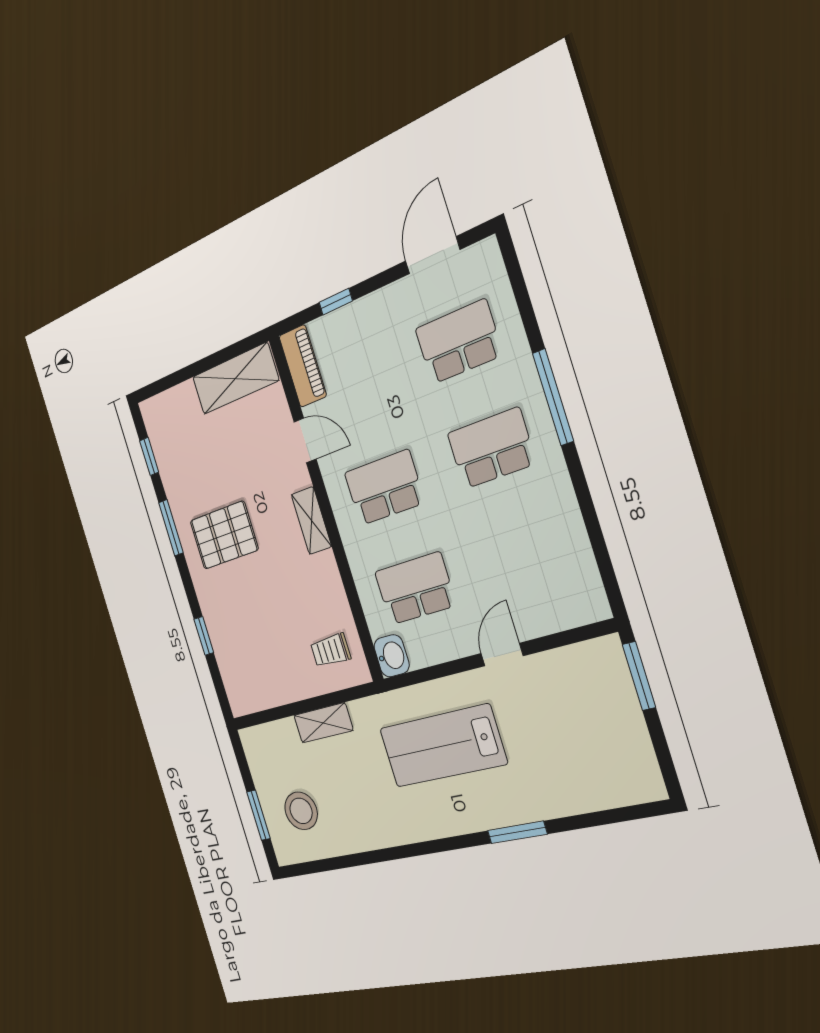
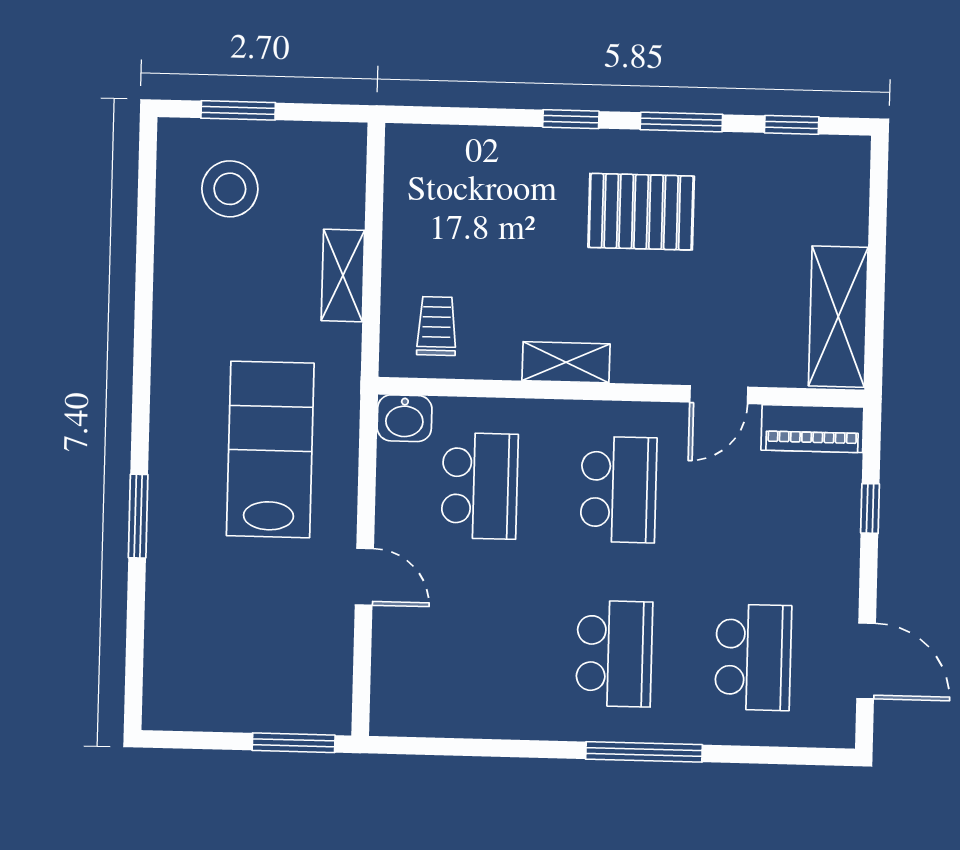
shelving: (311, 521) -> (566, 362), moved
pallet: (224, 535) -> (641, 212), turned 90
window: (204, 636) -> (571, 119), moved

